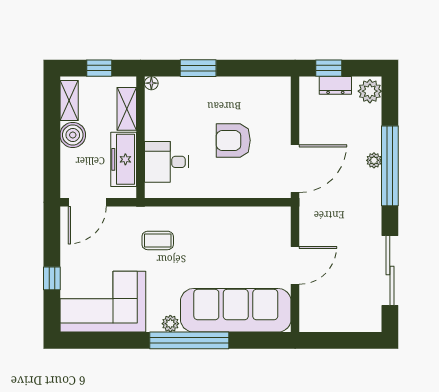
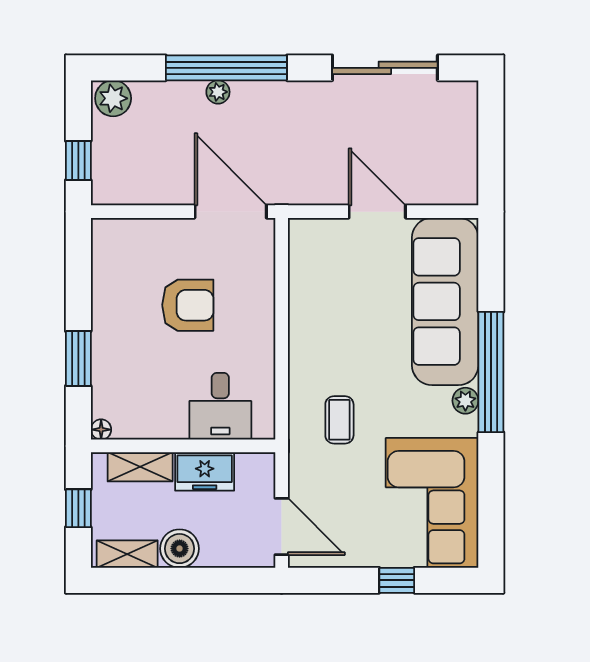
dresser: (335, 85) -> (104, 150), removed
armchair: (233, 140) -> (188, 305), turned -90
freezer: (124, 159) -> (205, 471), width x0.71

